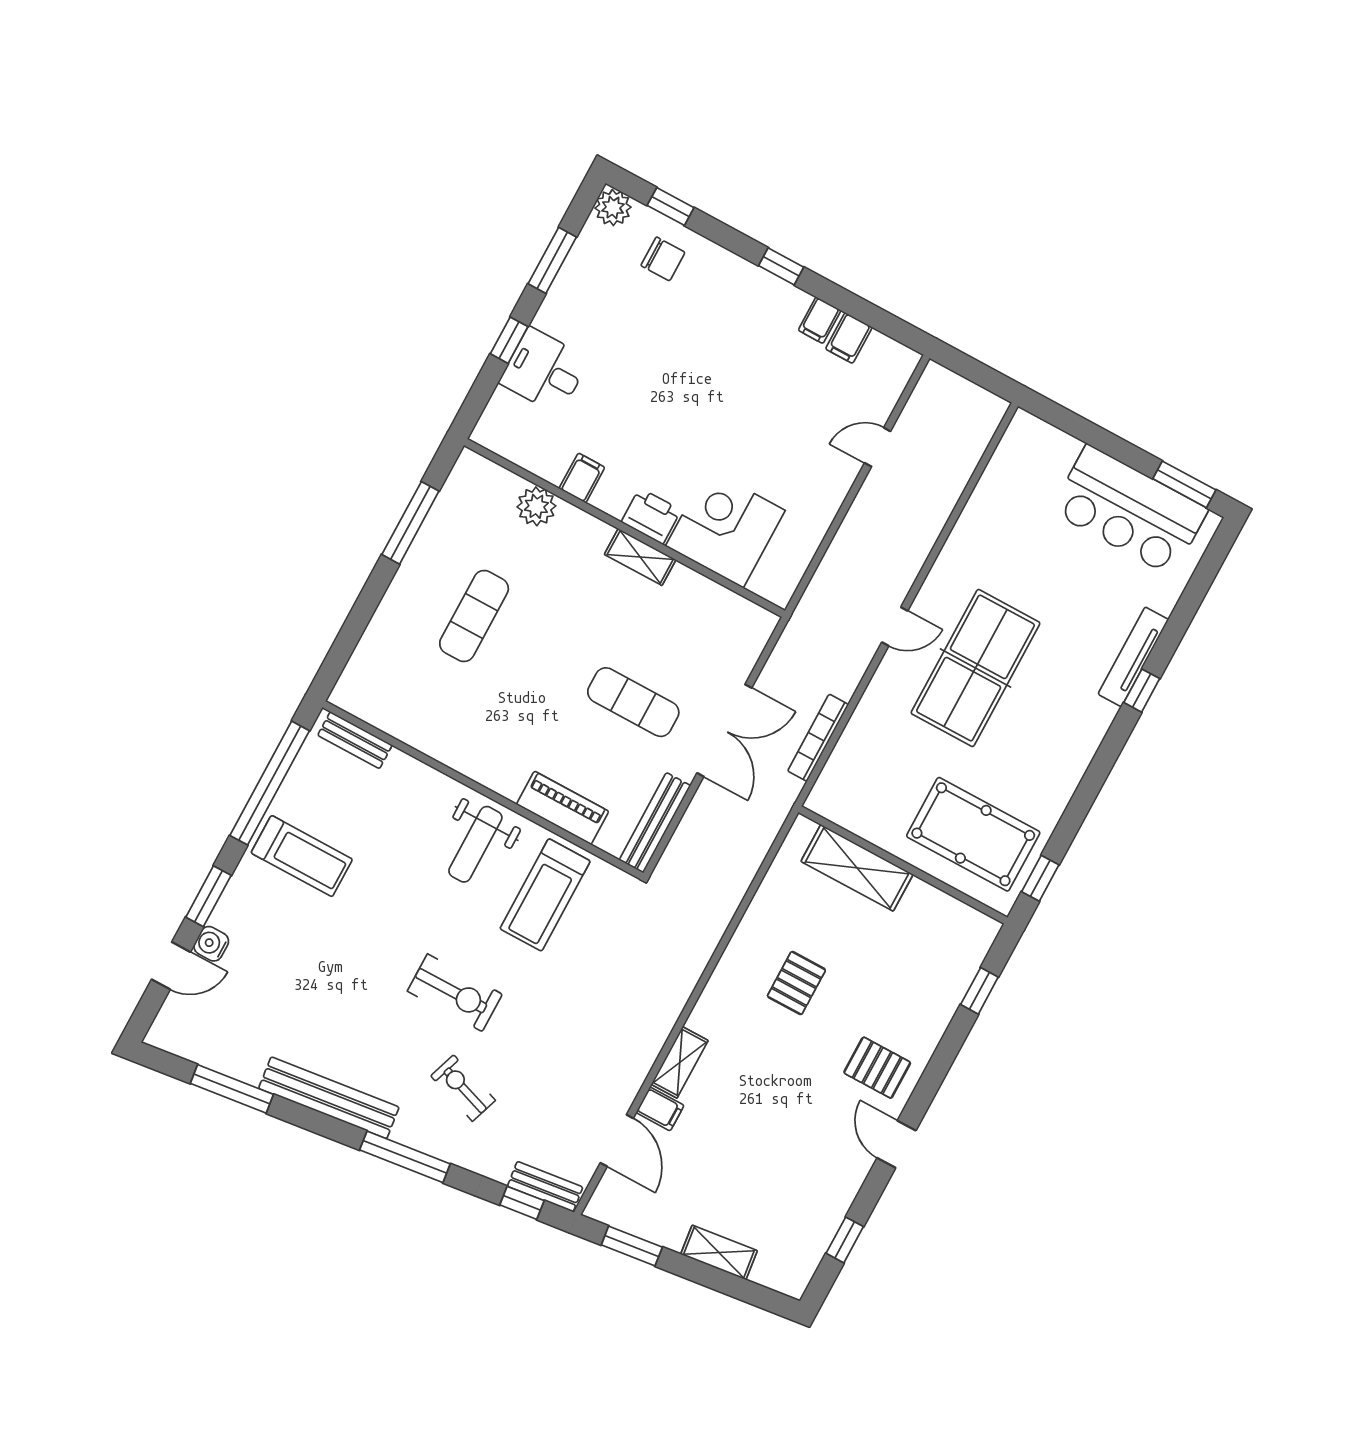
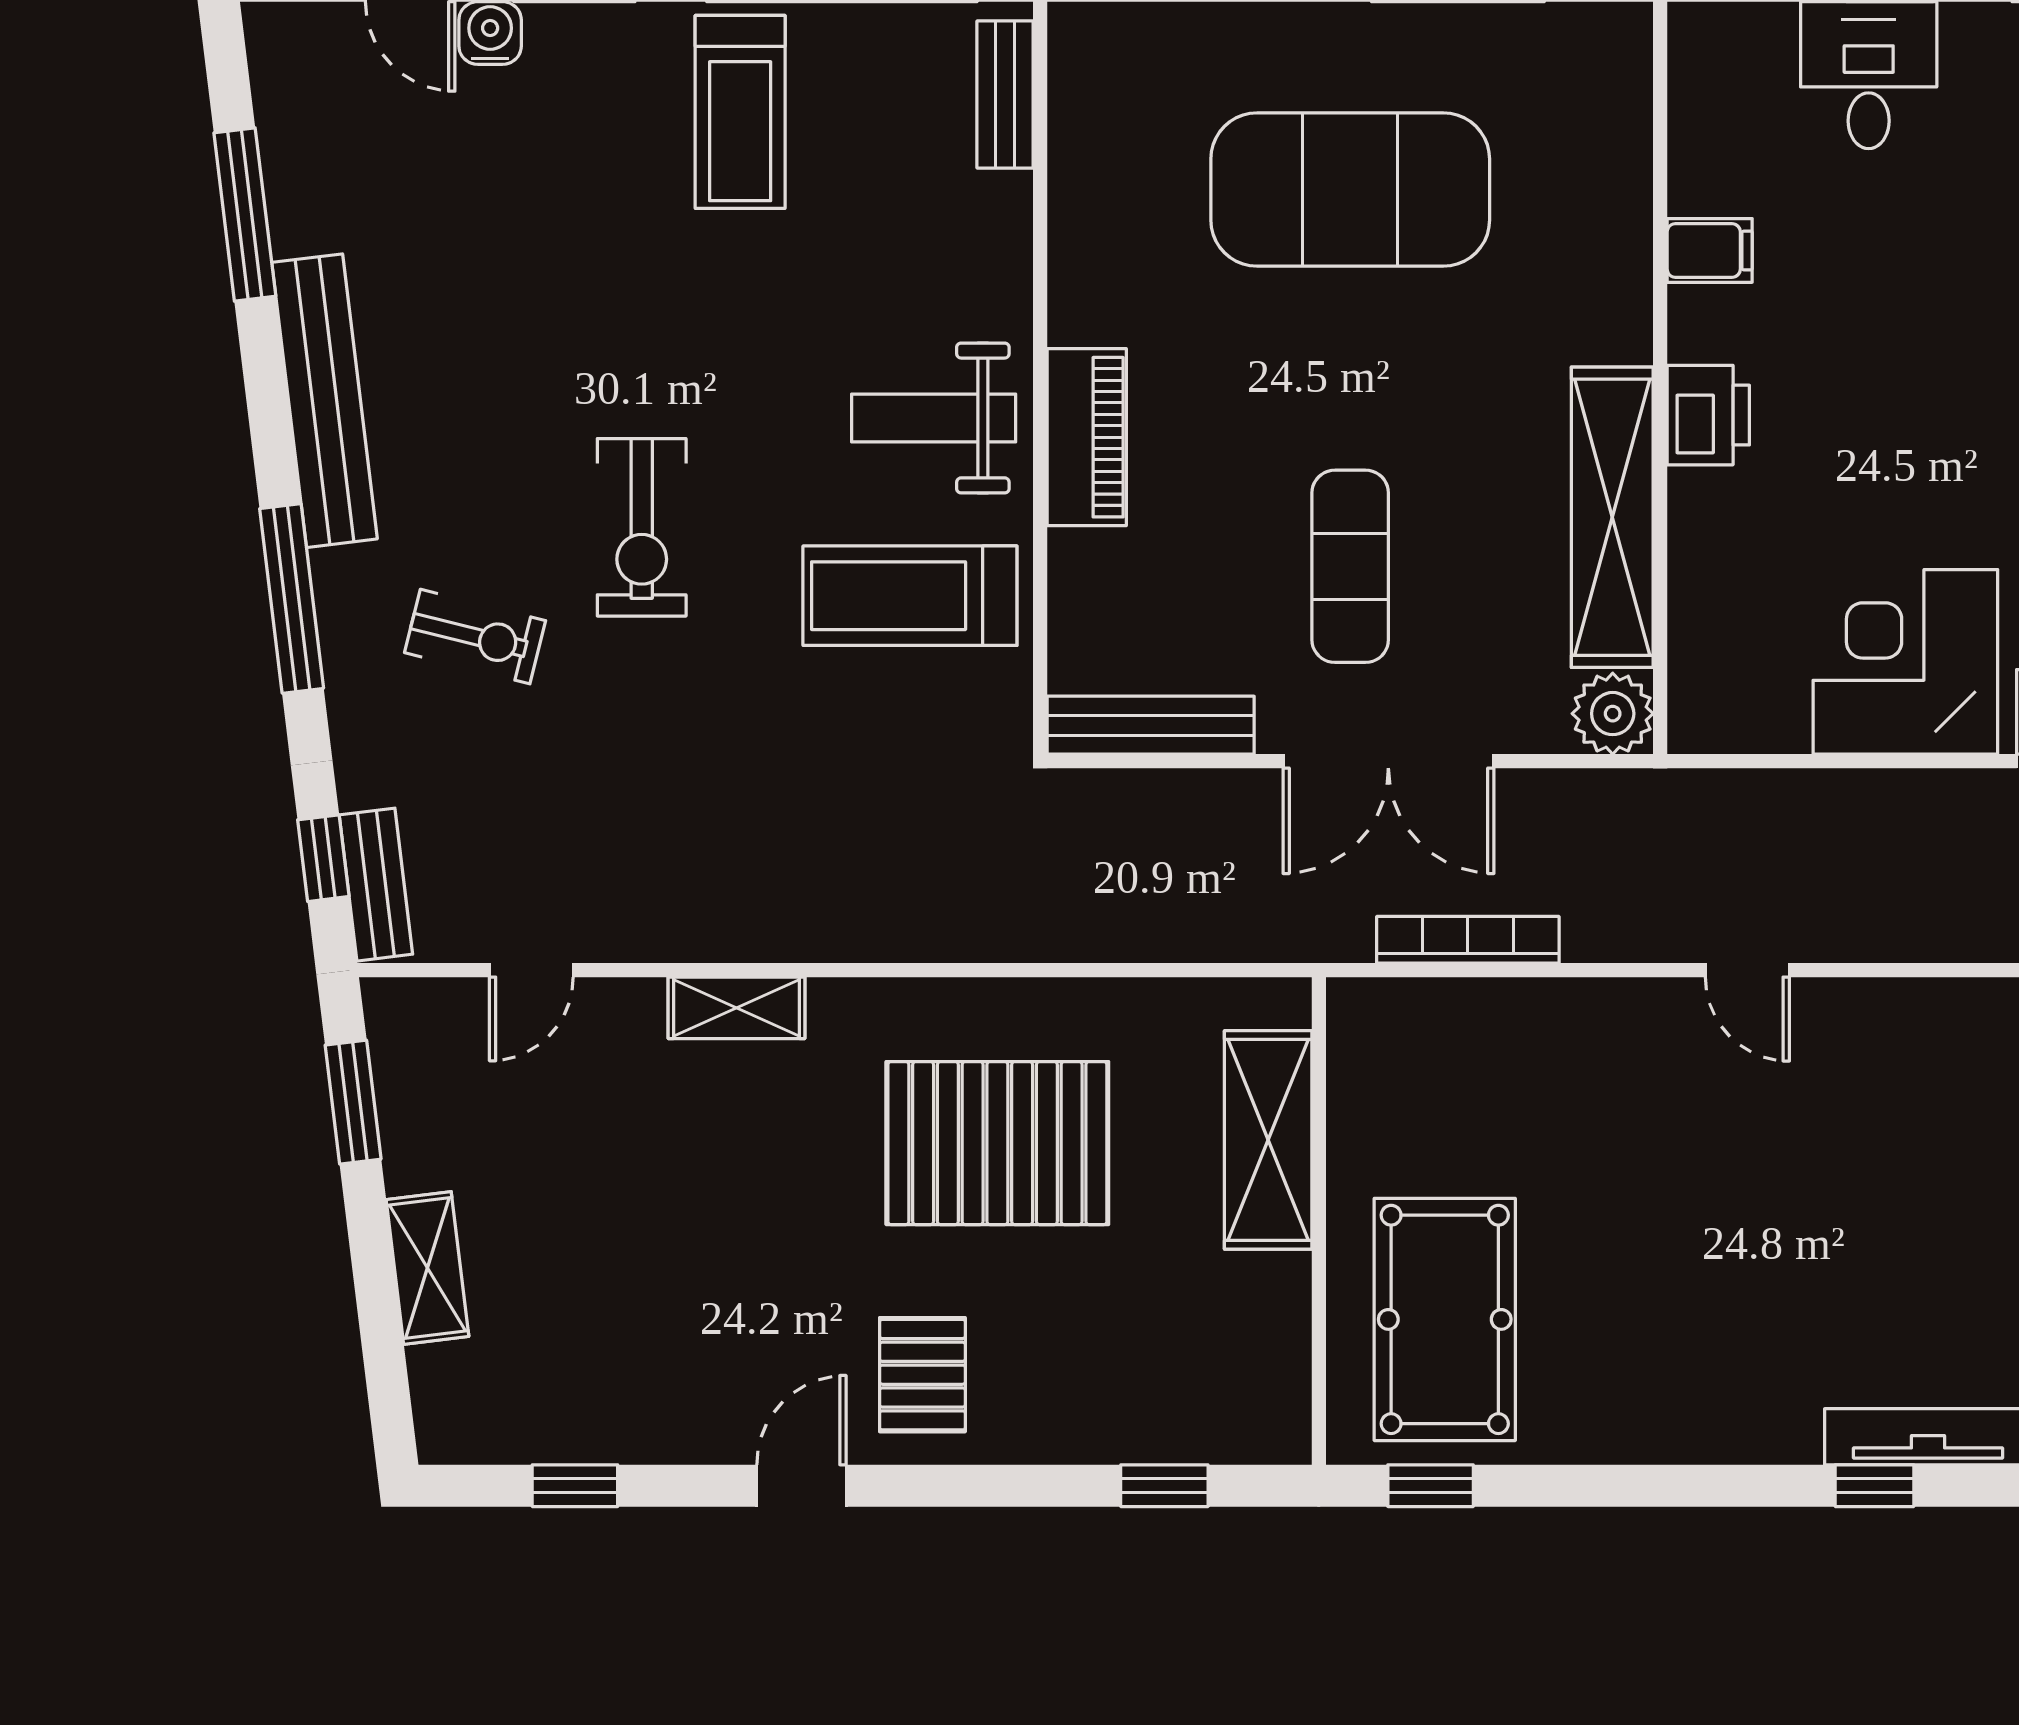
plant: (536, 506) -> (1613, 714), moved
corner desk: (725, 528) -> (1905, 662), moved, turned -90
shelving: (640, 557) -> (1612, 517), width x2.20, depth x1.33
exercise mat: (474, 616) -> (1350, 190), width x2.00, depth x1.45
table tennis table: (976, 668) -> (1751, 1159), removed
piano: (563, 808) -> (1087, 437), moved
pallet: (796, 983) -> (997, 1143), width x2.05, depth x2.00
exercise bike: (463, 1088) -> (475, 637), turned 85
filing cabinet: (660, 1109) -> (632, 1018), removed
door: (617, 1141) -> (531, 970), width x0.73

